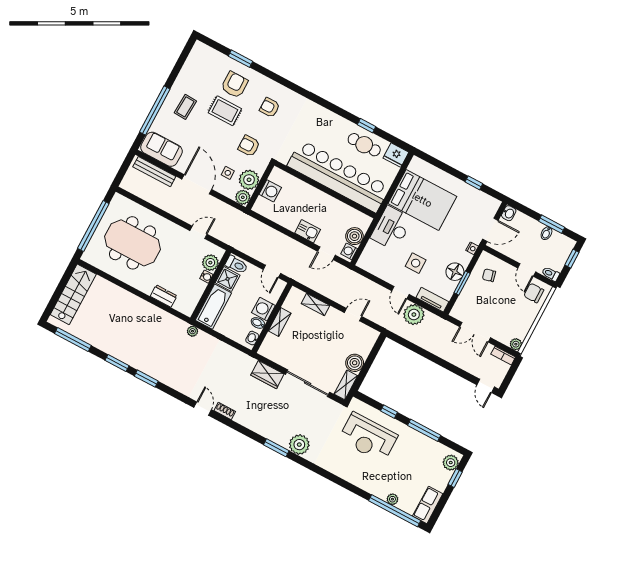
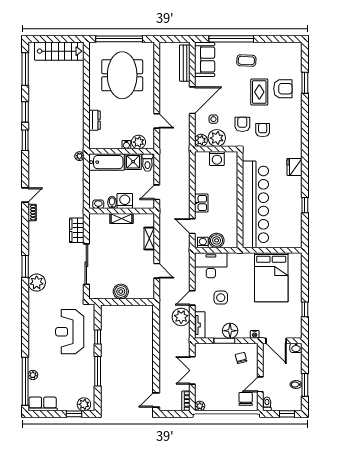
armchair: (270, 107) -> (263, 130), moved
cafe table: (364, 145) -> (290, 211), removed
fridge: (396, 155) -> (294, 167), moved
desk: (391, 228) -> (211, 265), moved
shelving: (346, 385) -> (101, 294), removed

